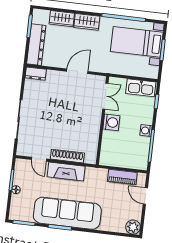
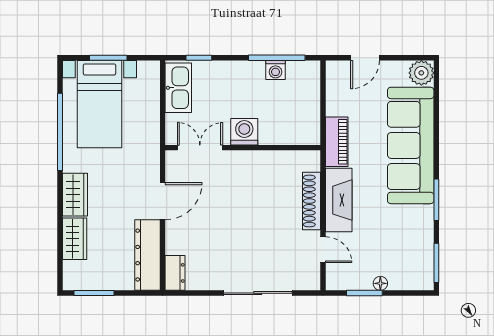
dresser: (36, 45) -> (147, 255), moved, turned -90
door: (77, 71) -> (163, 201), swing flipped
washing machine: (146, 131) -> (276, 70), moved
door: (39, 159) -> (323, 250), hinge flipped
piano: (122, 177) -> (337, 142), moved
sofa: (67, 213) -> (411, 145), moved

